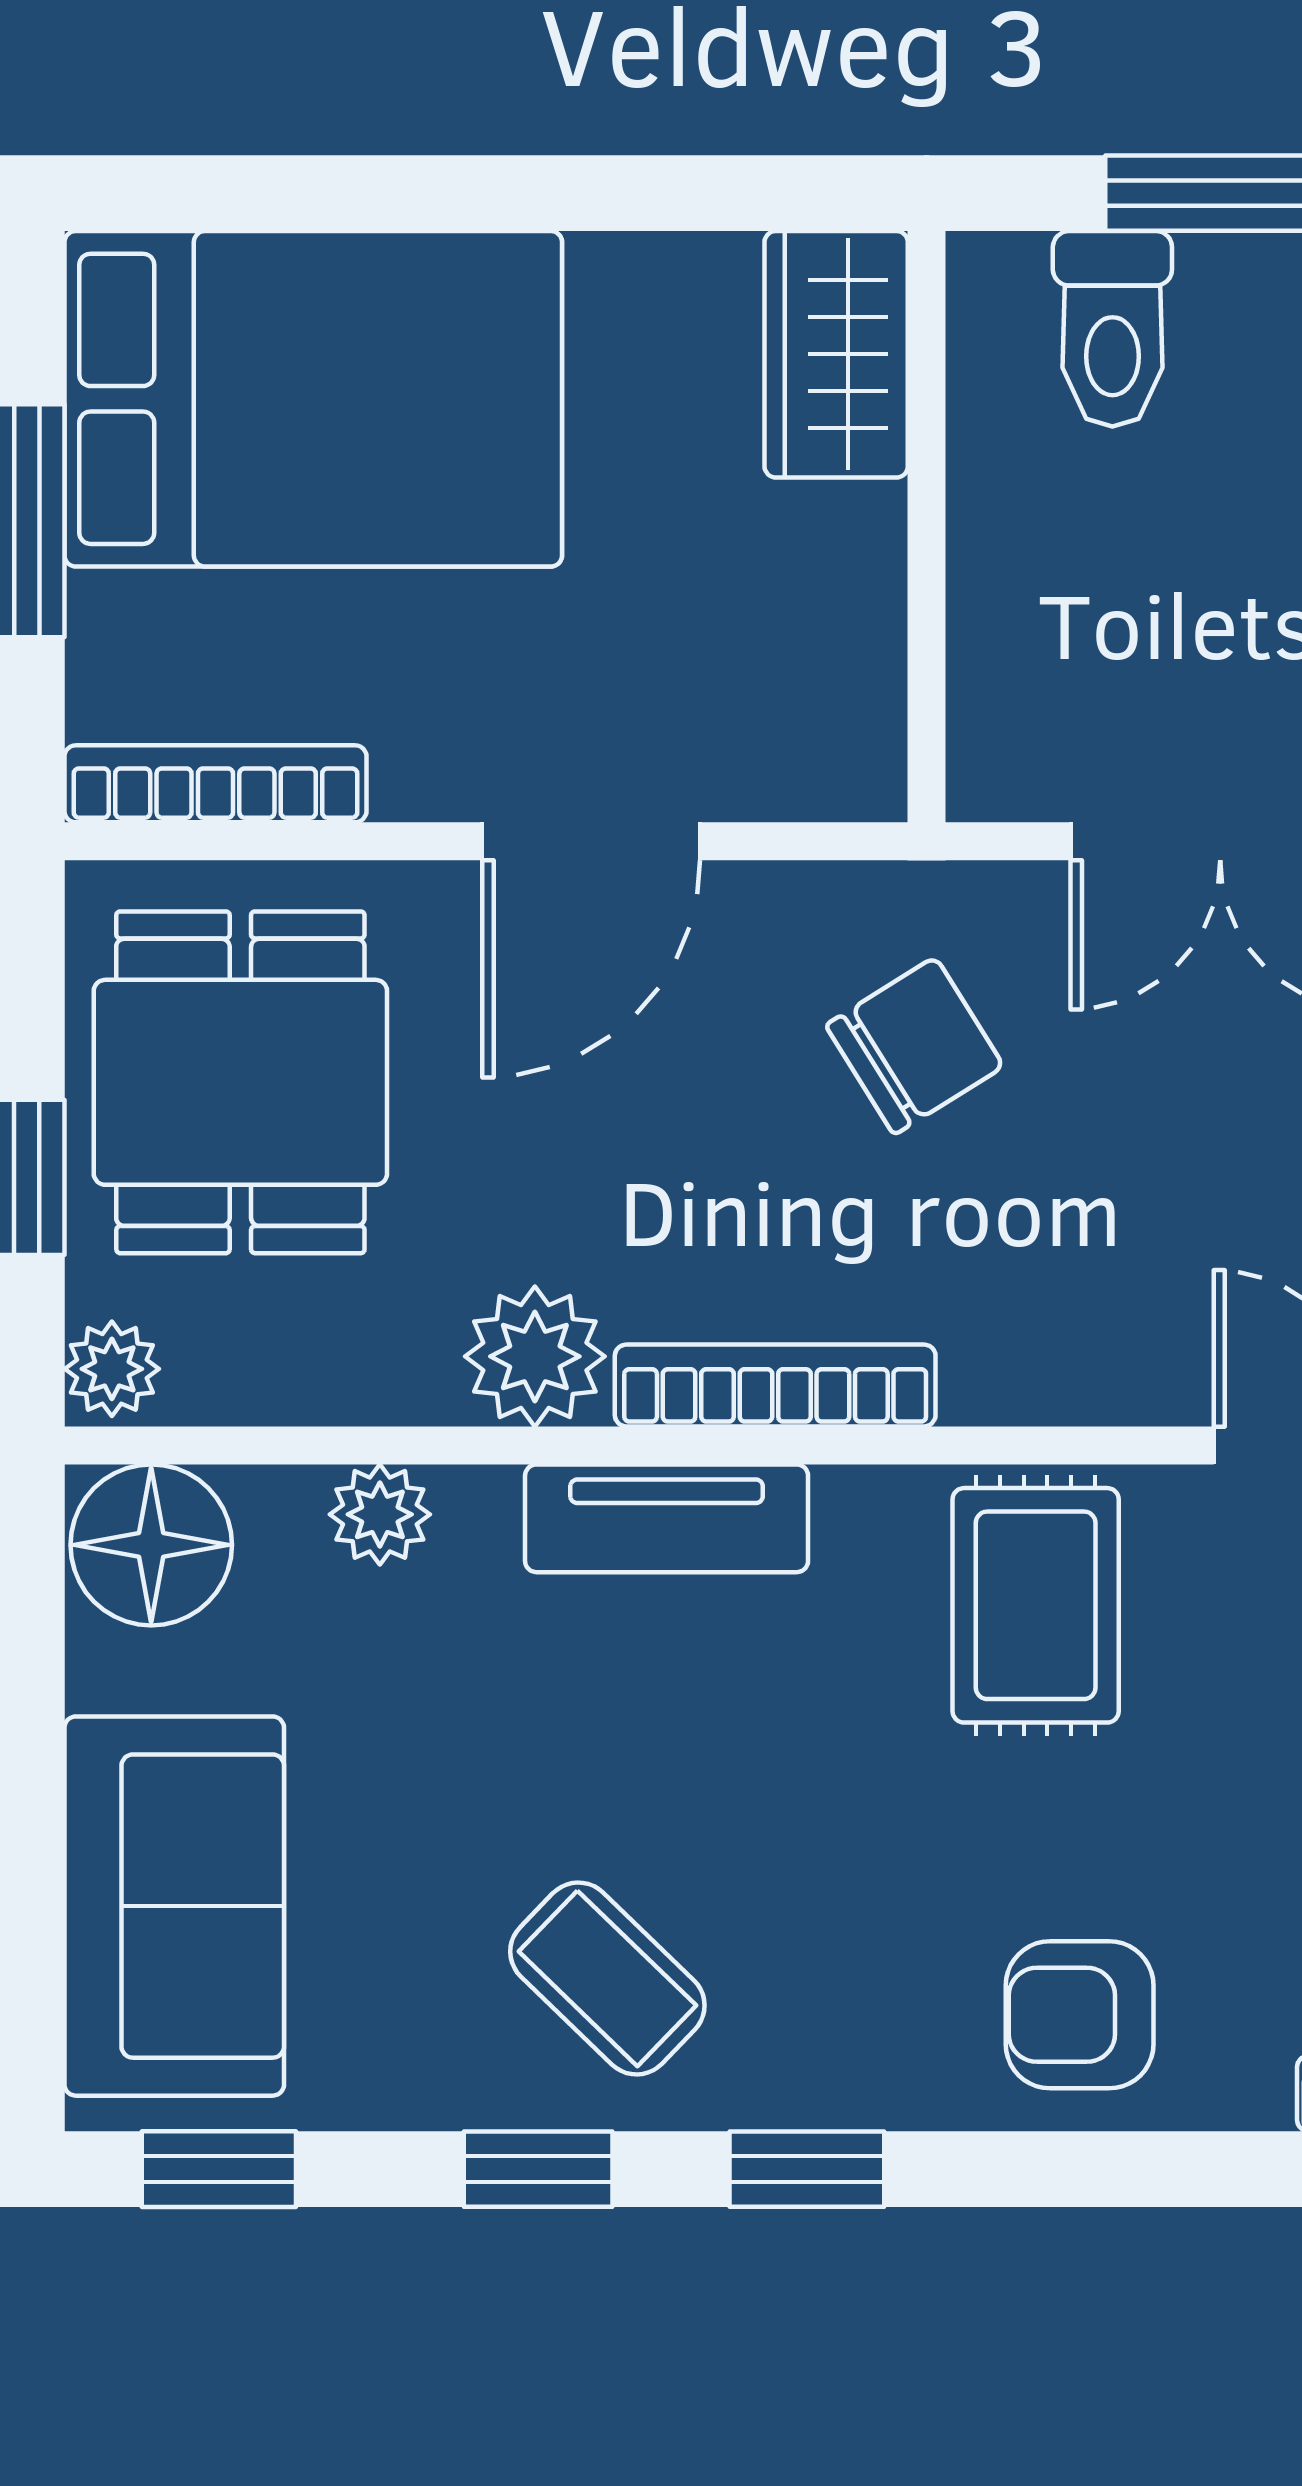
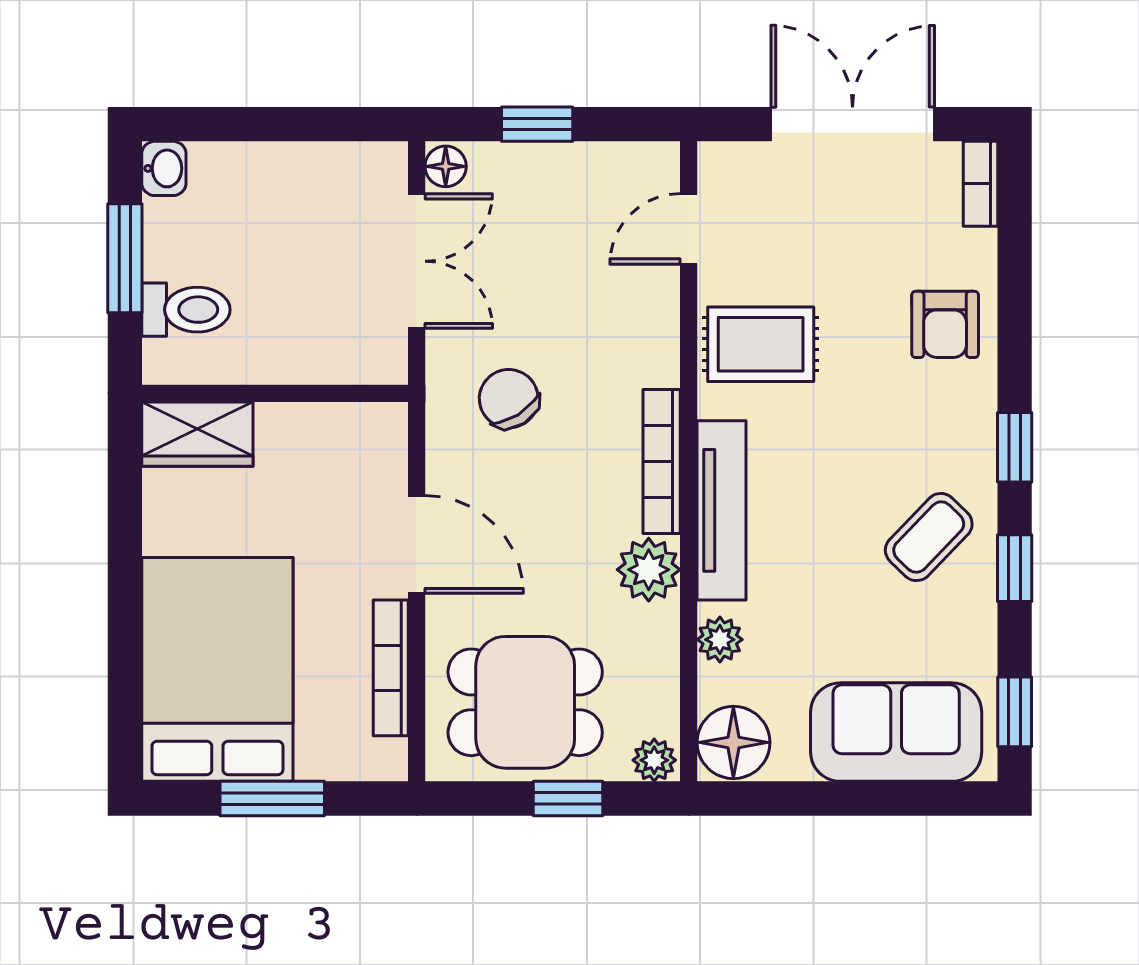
bookcase: (215, 784) -> (391, 668), moved
tv unit: (667, 1518) -> (721, 510), width x1.41

